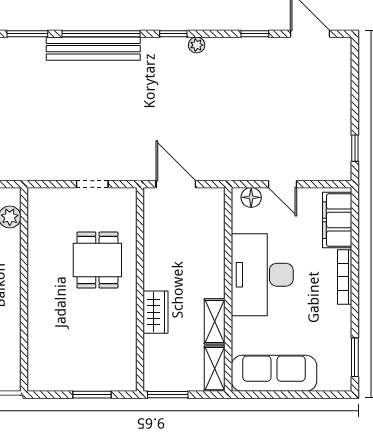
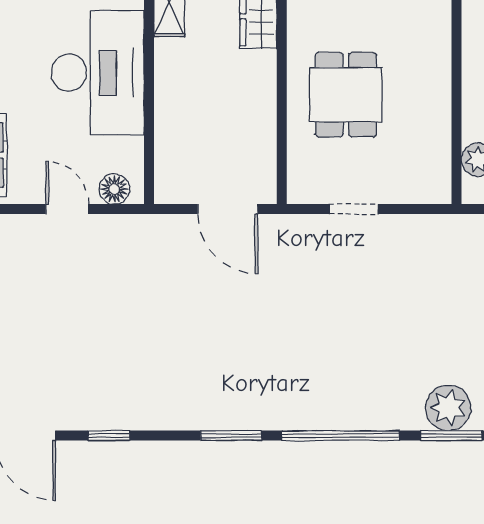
window: (173, 34) -> (231, 436), width x1.50
plant: (197, 45) -> (448, 408), moved, width x1.88, depth x1.88
bench: (93, 49) -> (352, 413), removed

